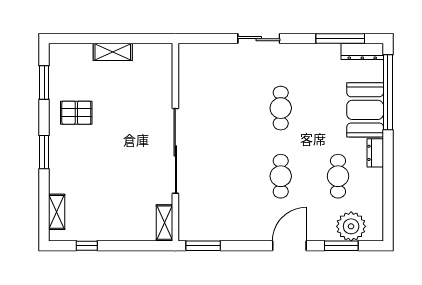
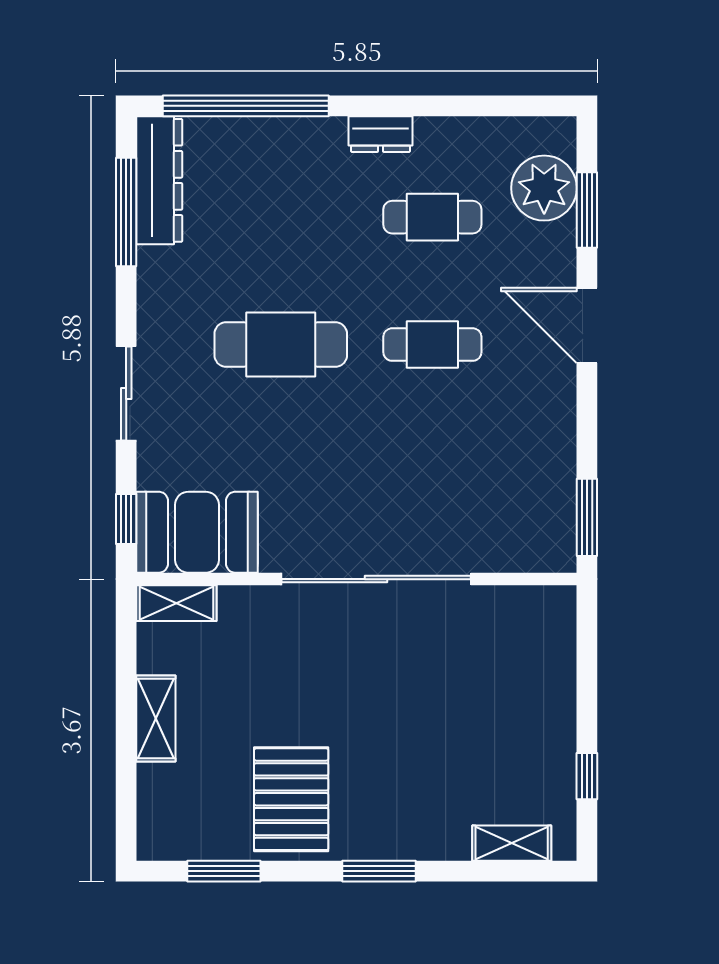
window: (202, 39) -> (126, 519), added
dresser: (362, 51) -> (159, 180), width x1.37, depth x1.24
cafe table: (281, 108) -> (281, 345), width x1.37, depth x1.35
booth: (365, 110) -> (197, 532), moved
pallet: (76, 113) -> (291, 799), width x1.50, depth x1.42
shelving: (164, 223) -> (176, 603), moved

